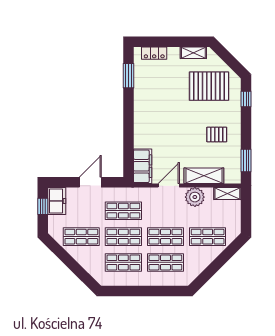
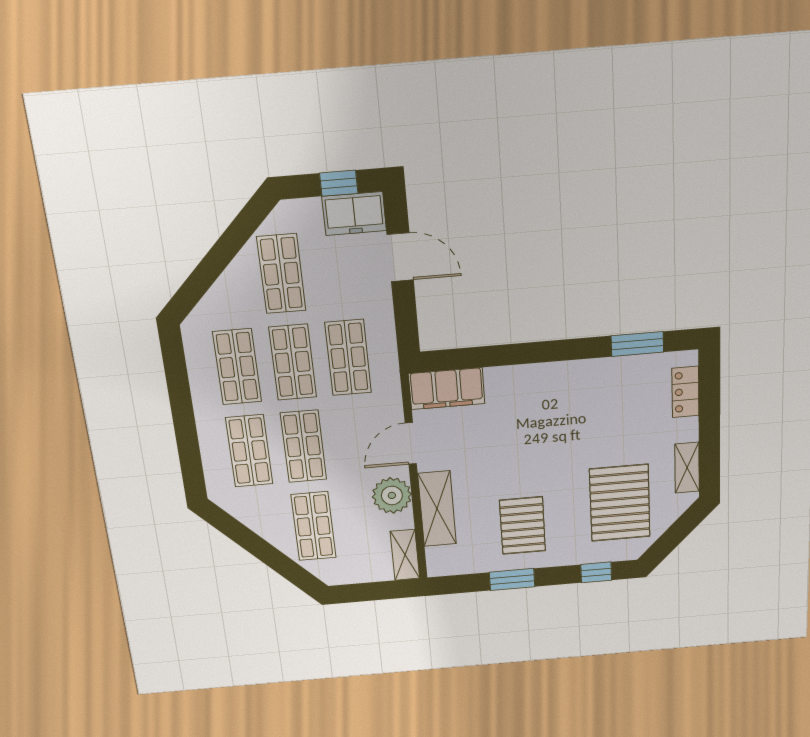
pallet: (217, 134) -> (523, 526), width x1.50, depth x1.42
window: (246, 160) -> (512, 580), moved
door: (90, 182) -> (400, 257), moved
door: (169, 186) -> (411, 443), swing flipped

